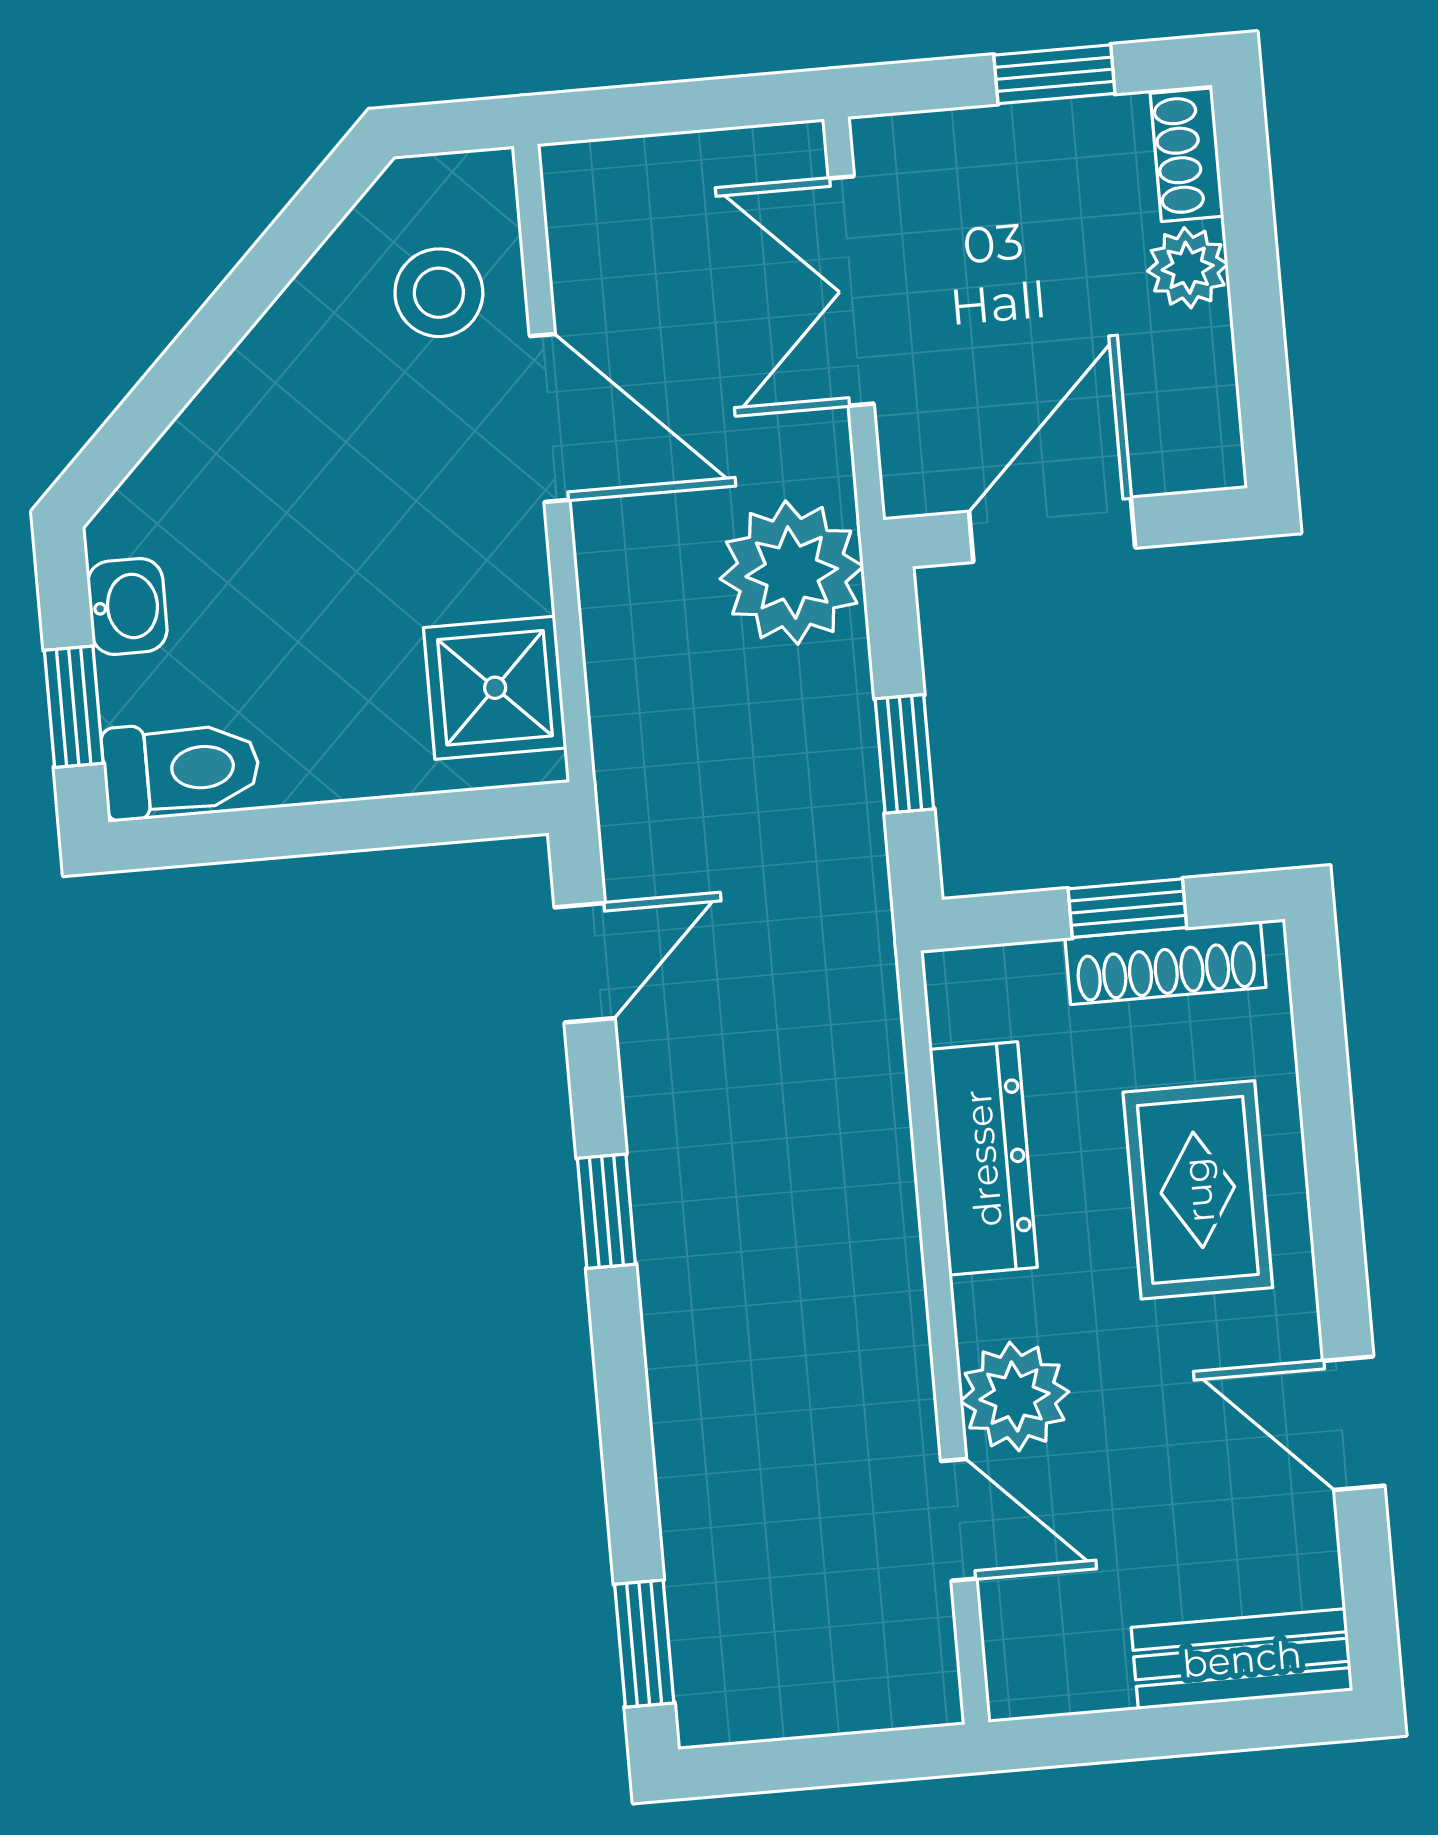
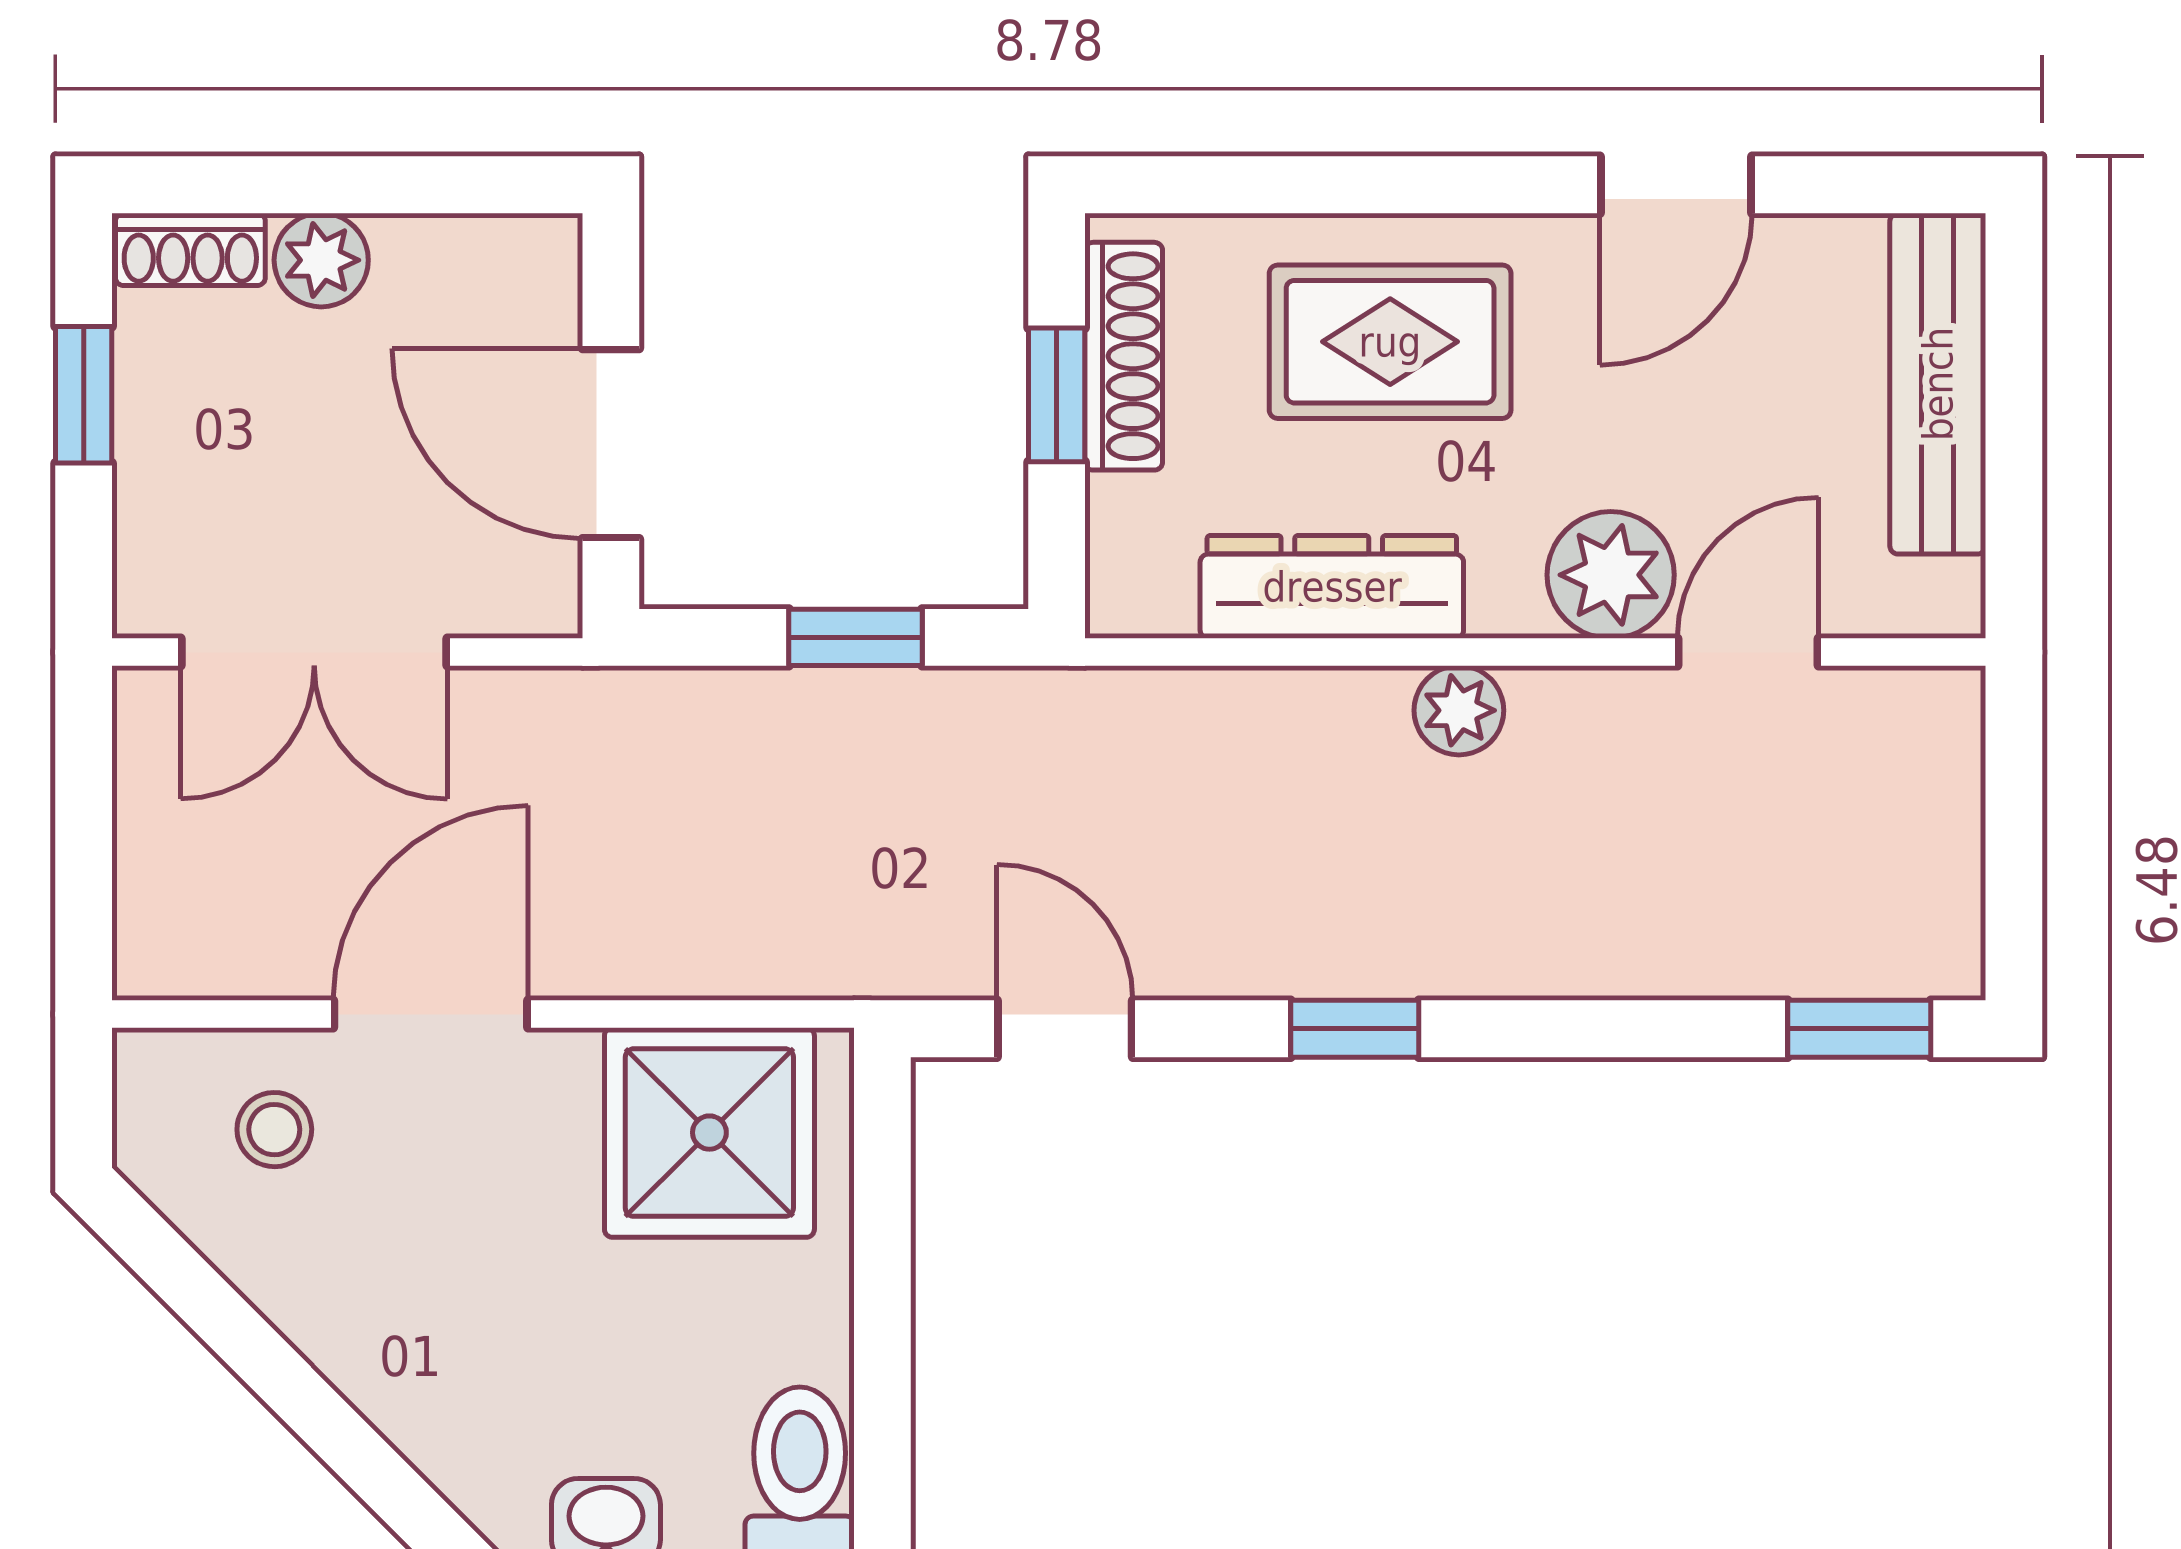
stool: (439, 293) -> (274, 1130), width x0.73, depth x0.73
plant: (792, 573) -> (1459, 710), moved, width x0.53, depth x0.53
shower: (495, 688) -> (709, 1133), width x1.36, depth x1.36
bench: (1242, 1659) -> (1938, 384), width x1.36

